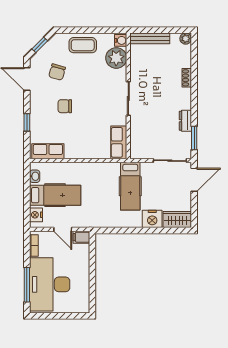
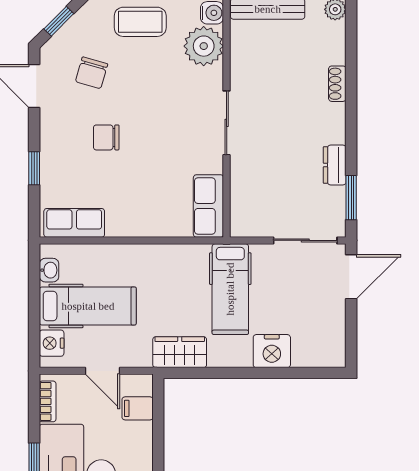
wardrobe: (177, 220) -> (180, 352), moved
filing cabinet: (81, 237) -> (138, 408), moved

